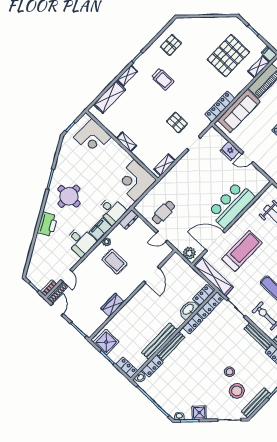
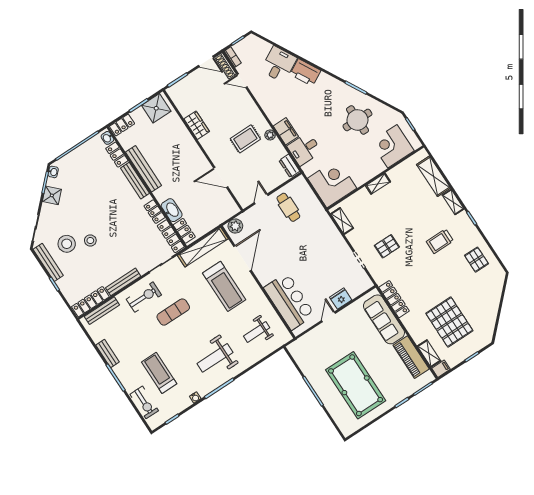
round table: (69, 196) -> (357, 120), moved
bar counter: (231, 205) -> (289, 301), moved
desk: (81, 241) -> (279, 64), moved, turned 151

